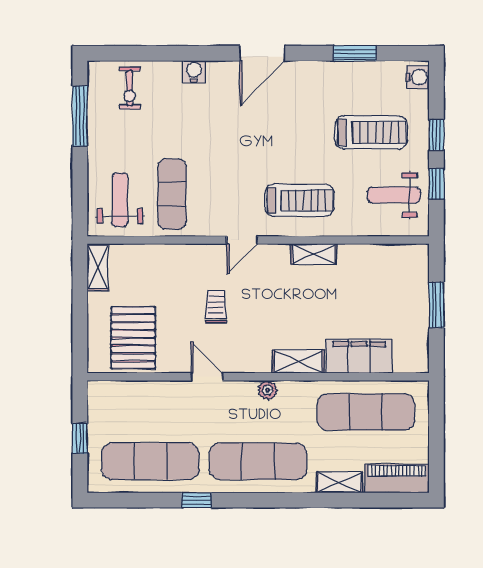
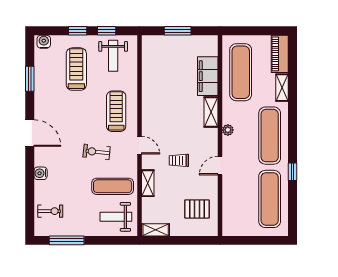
exercise bike: (230, 167) -> (97, 152), added
shelving: (314, 254) -> (148, 183), moved
pallet: (133, 338) -> (197, 209), width x0.67, depth x0.71
window: (80, 438) -> (256, 240), removed

